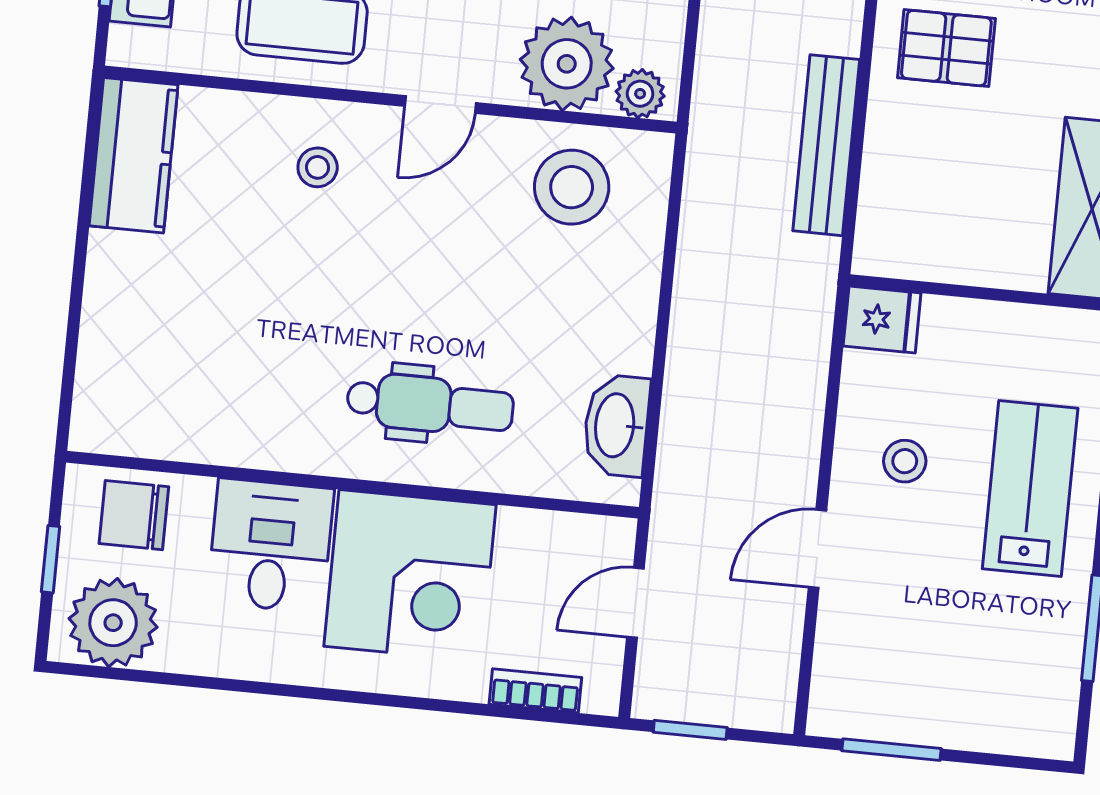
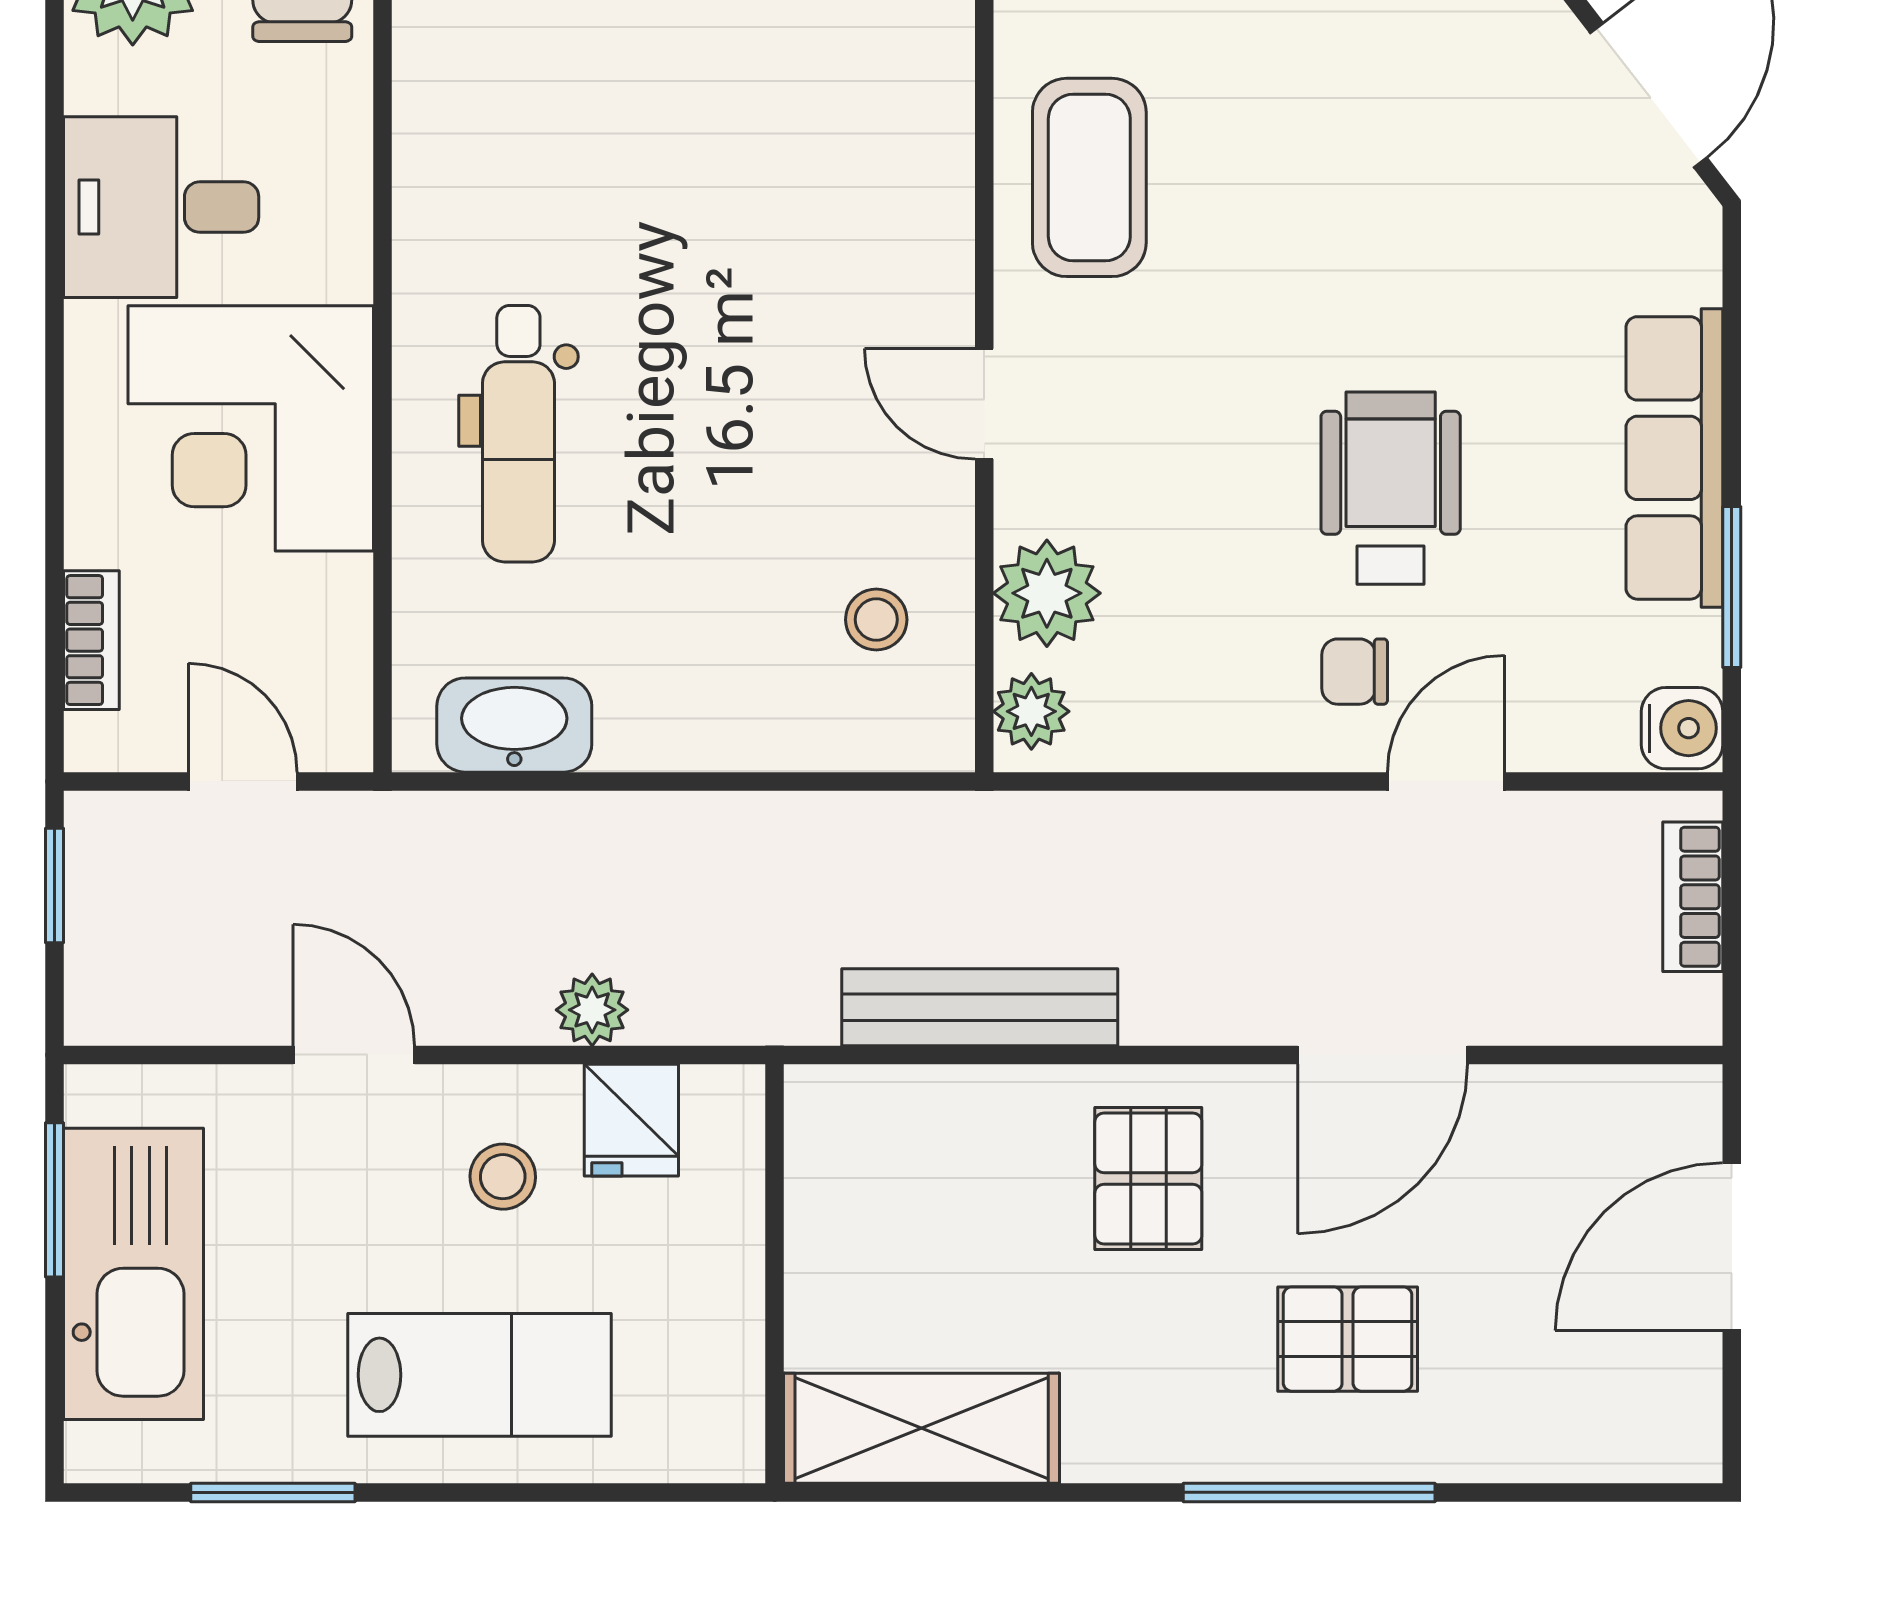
plant: (567, 64) -> (1047, 593), width x0.73, depth x0.73
stool: (318, 167) -> (868, 223), removed
stool: (572, 187) -> (876, 620), width x0.53, depth x0.53
fridge: (882, 320) -> (631, 1120), moved
plant: (804, 394) -> (592, 1010), added
desk: (270, 546) -> (161, 207), moved, turned 180
kitchen sink: (944, 704) -> (133, 1274), added

